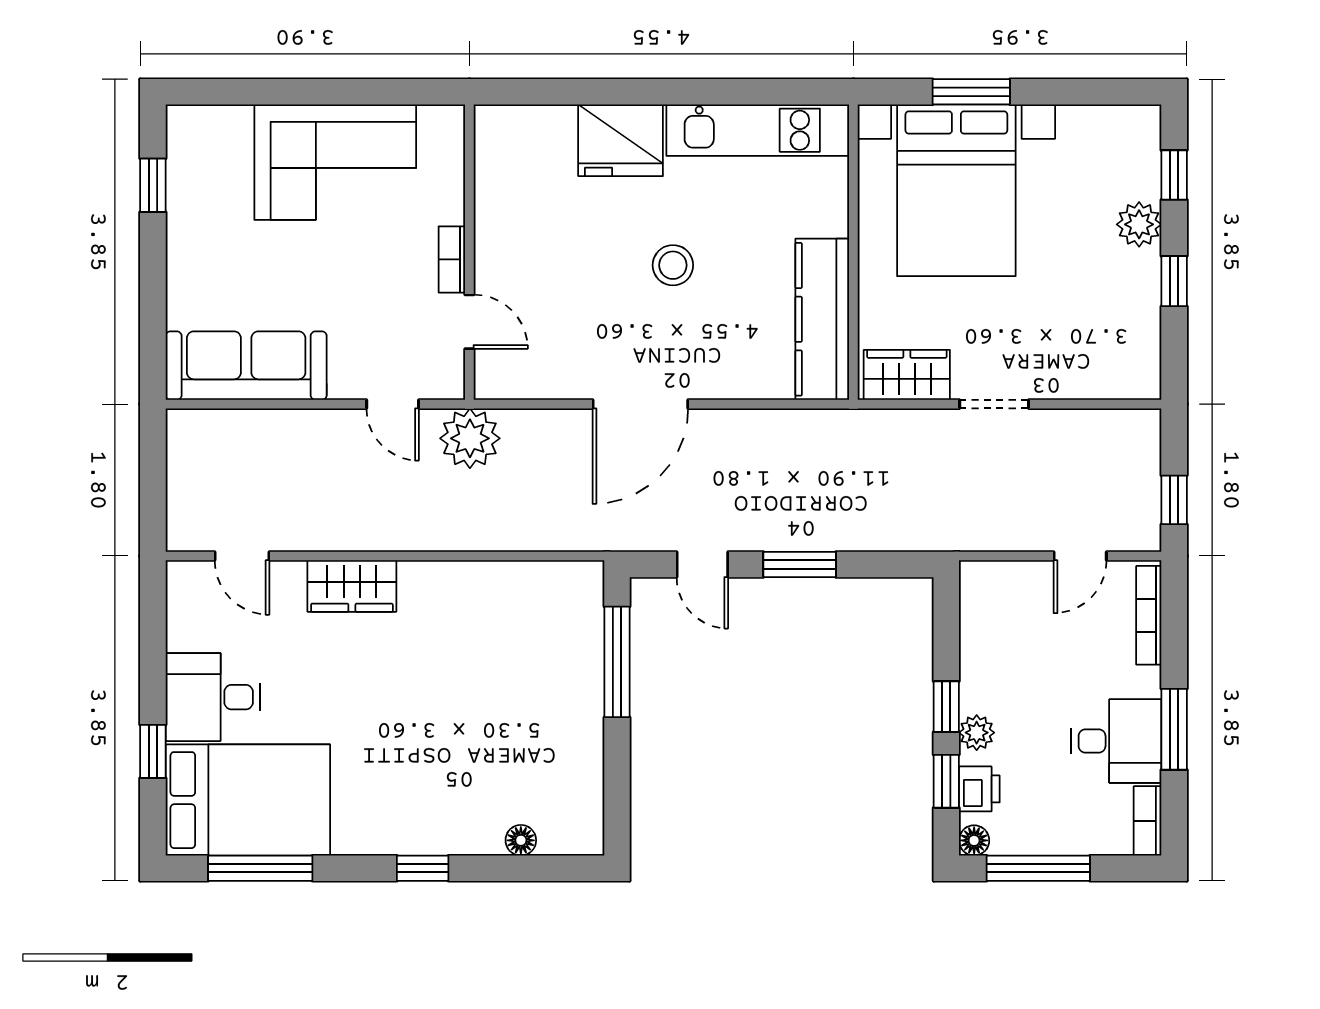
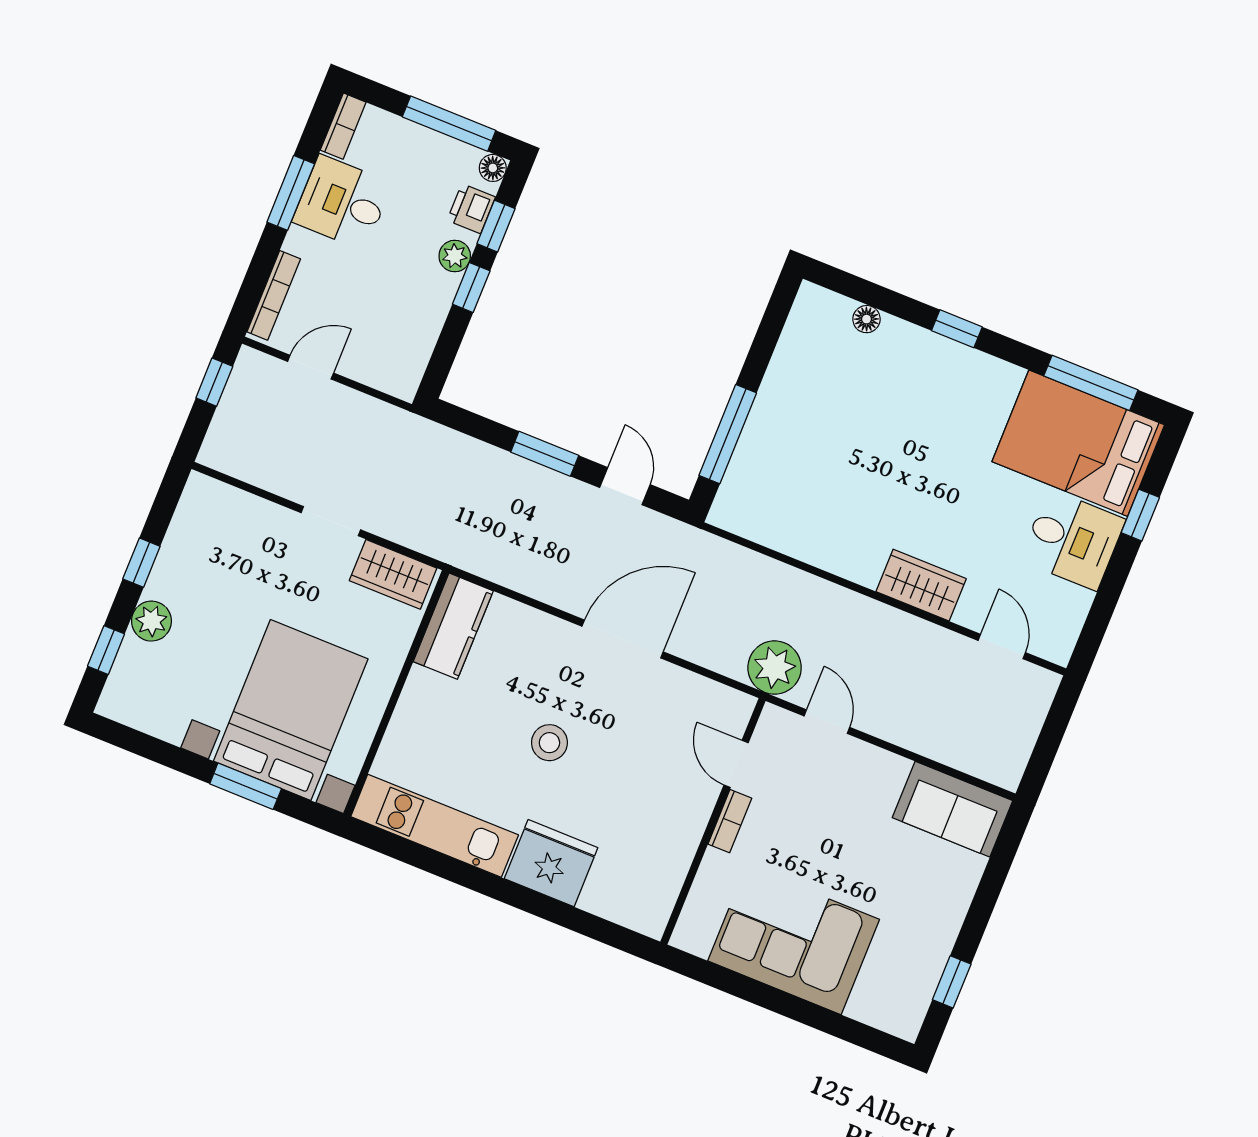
kitchen counter: (822, 319) -> (453, 626), width x0.67
sofa: (246, 366) -> (953, 809), width x0.73

